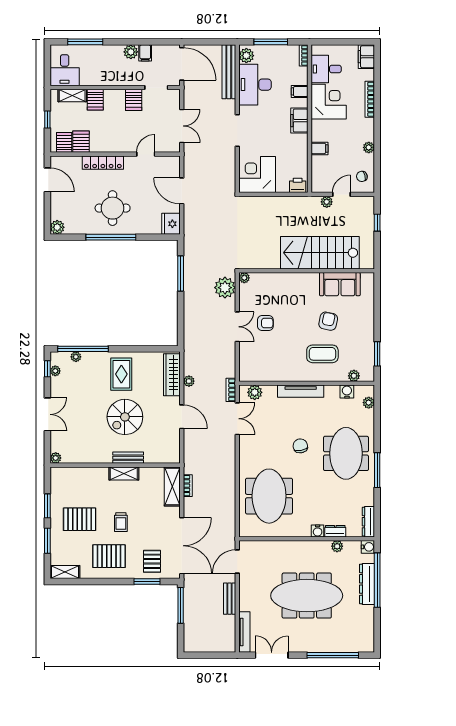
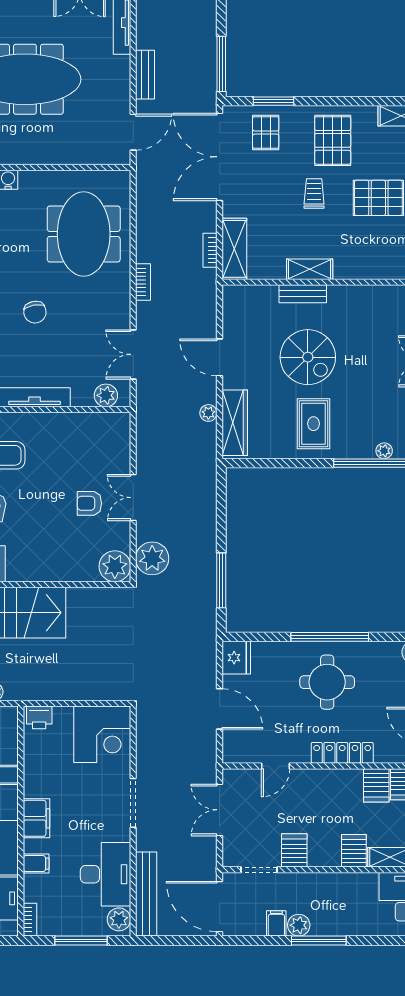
window: (85, 42) -> (319, 941), moved
plant: (244, 278) -> (115, 566), width x1.87, depth x1.87
bookcase: (231, 390) -> (143, 282), moved
spiral stairs: (125, 417) -> (308, 357), turned 90
pallet: (109, 556) -> (333, 140), turned 90

